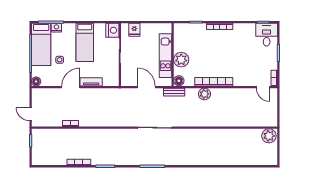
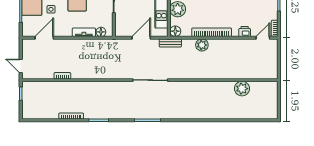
floor lamp: (36, 81) -> (101, 32), moved
printer: (245, 81) -> (245, 31), added
door: (71, 87) -> (44, 38), moved
door: (146, 87) -> (141, 38), hinge flipped
door: (263, 87) -> (263, 38), swing flipped
plant: (269, 136) -> (242, 89), moved

